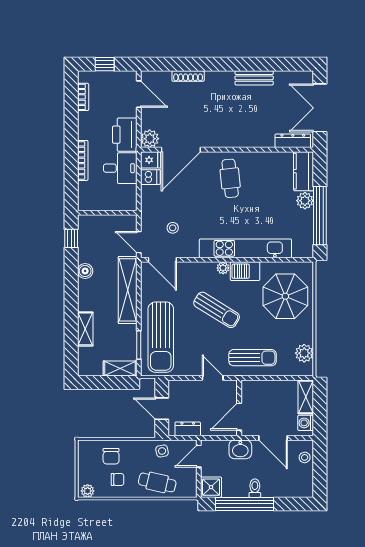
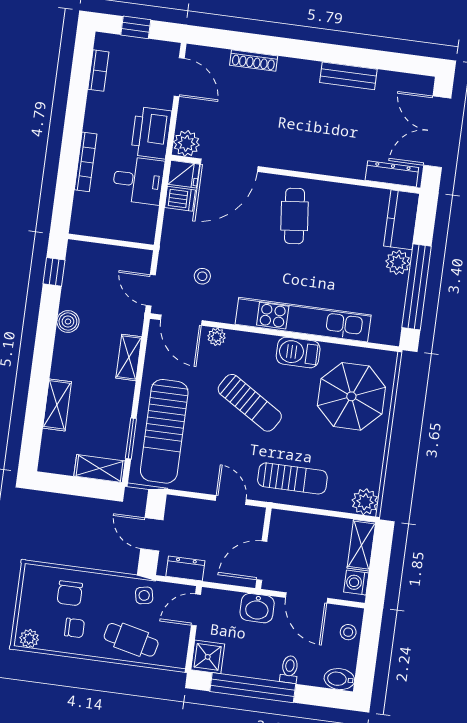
plant: (223, 268) -> (217, 337), moved
shelving: (128, 290) -> (129, 357), width x0.45, depth x0.75
plant: (304, 353) -> (365, 502), moved
toilet: (255, 488) -> (289, 669), moved
bidet: (303, 490) -> (339, 679), added

